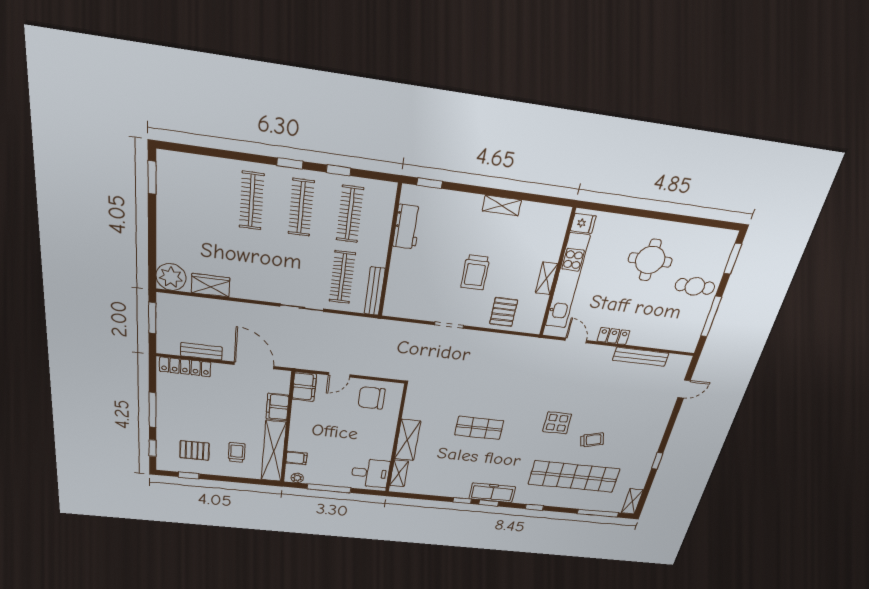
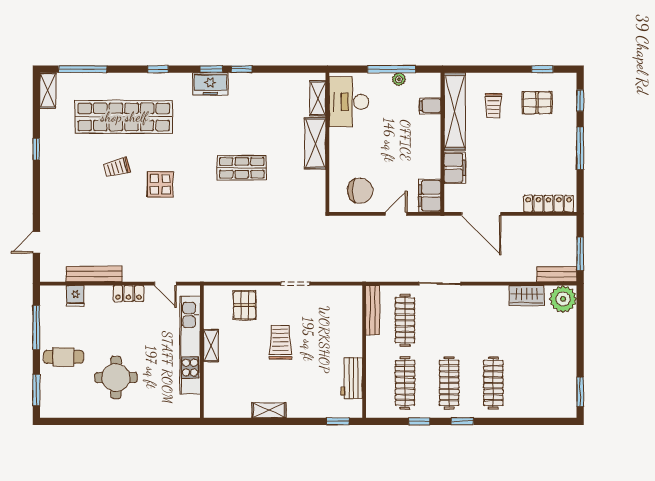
fridge: (583, 223) -> (75, 296), moved, turned -90
bench: (201, 351) -> (557, 274), moved
desk: (370, 473) -> (349, 102), width x1.37
plant: (297, 478) -> (399, 79), moved
freezer: (492, 493) -> (210, 84), width x0.71

